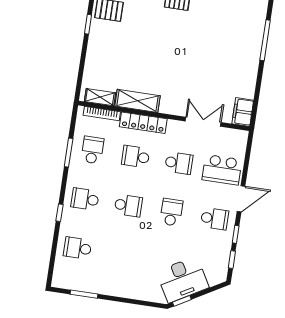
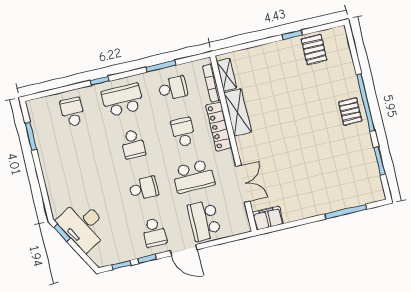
school desk: (179, 163) -> (194, 176), width x1.85
school desk: (85, 199) -> (123, 100), width x1.85

